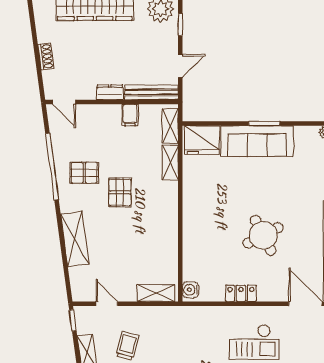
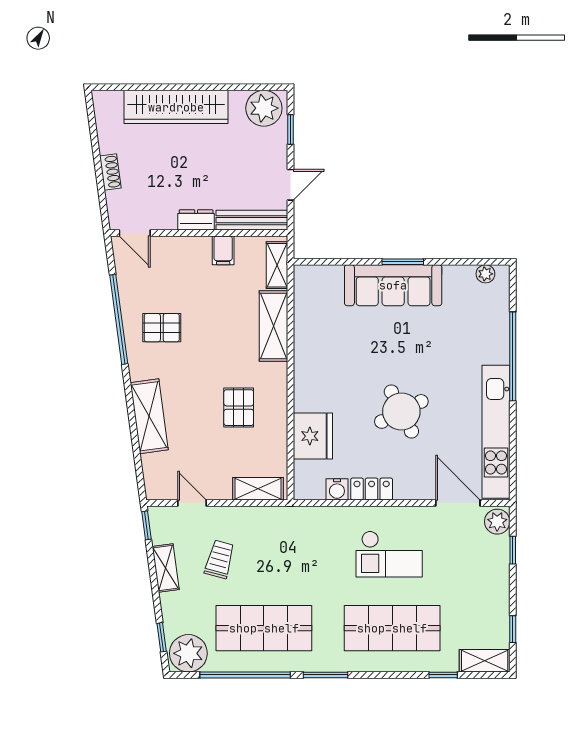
fridge: (202, 140) -> (313, 436), moved, turned -90
shelving: (170, 163) -> (273, 326), width x1.50, depth x1.33
pallet: (120, 192) -> (239, 408), moved
water cooler: (191, 290) -> (337, 489), moved, turned -90

